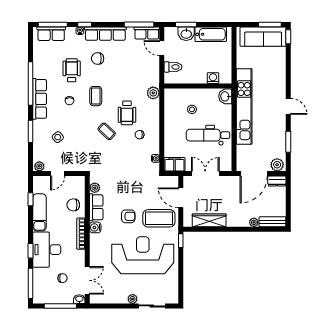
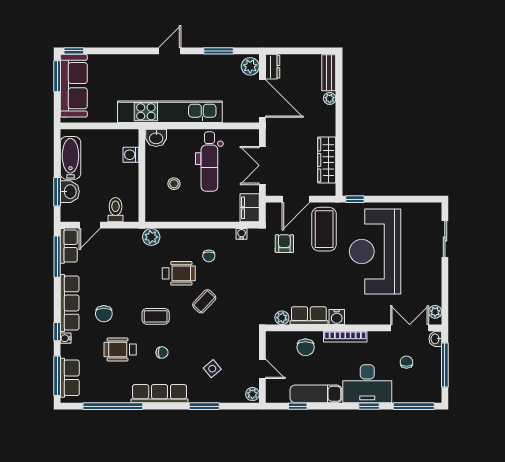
window: (31, 83) -> (113, 406), moved
armchair: (128, 216) -> (284, 244), moved
plant: (133, 299) -> (435, 312), moved

